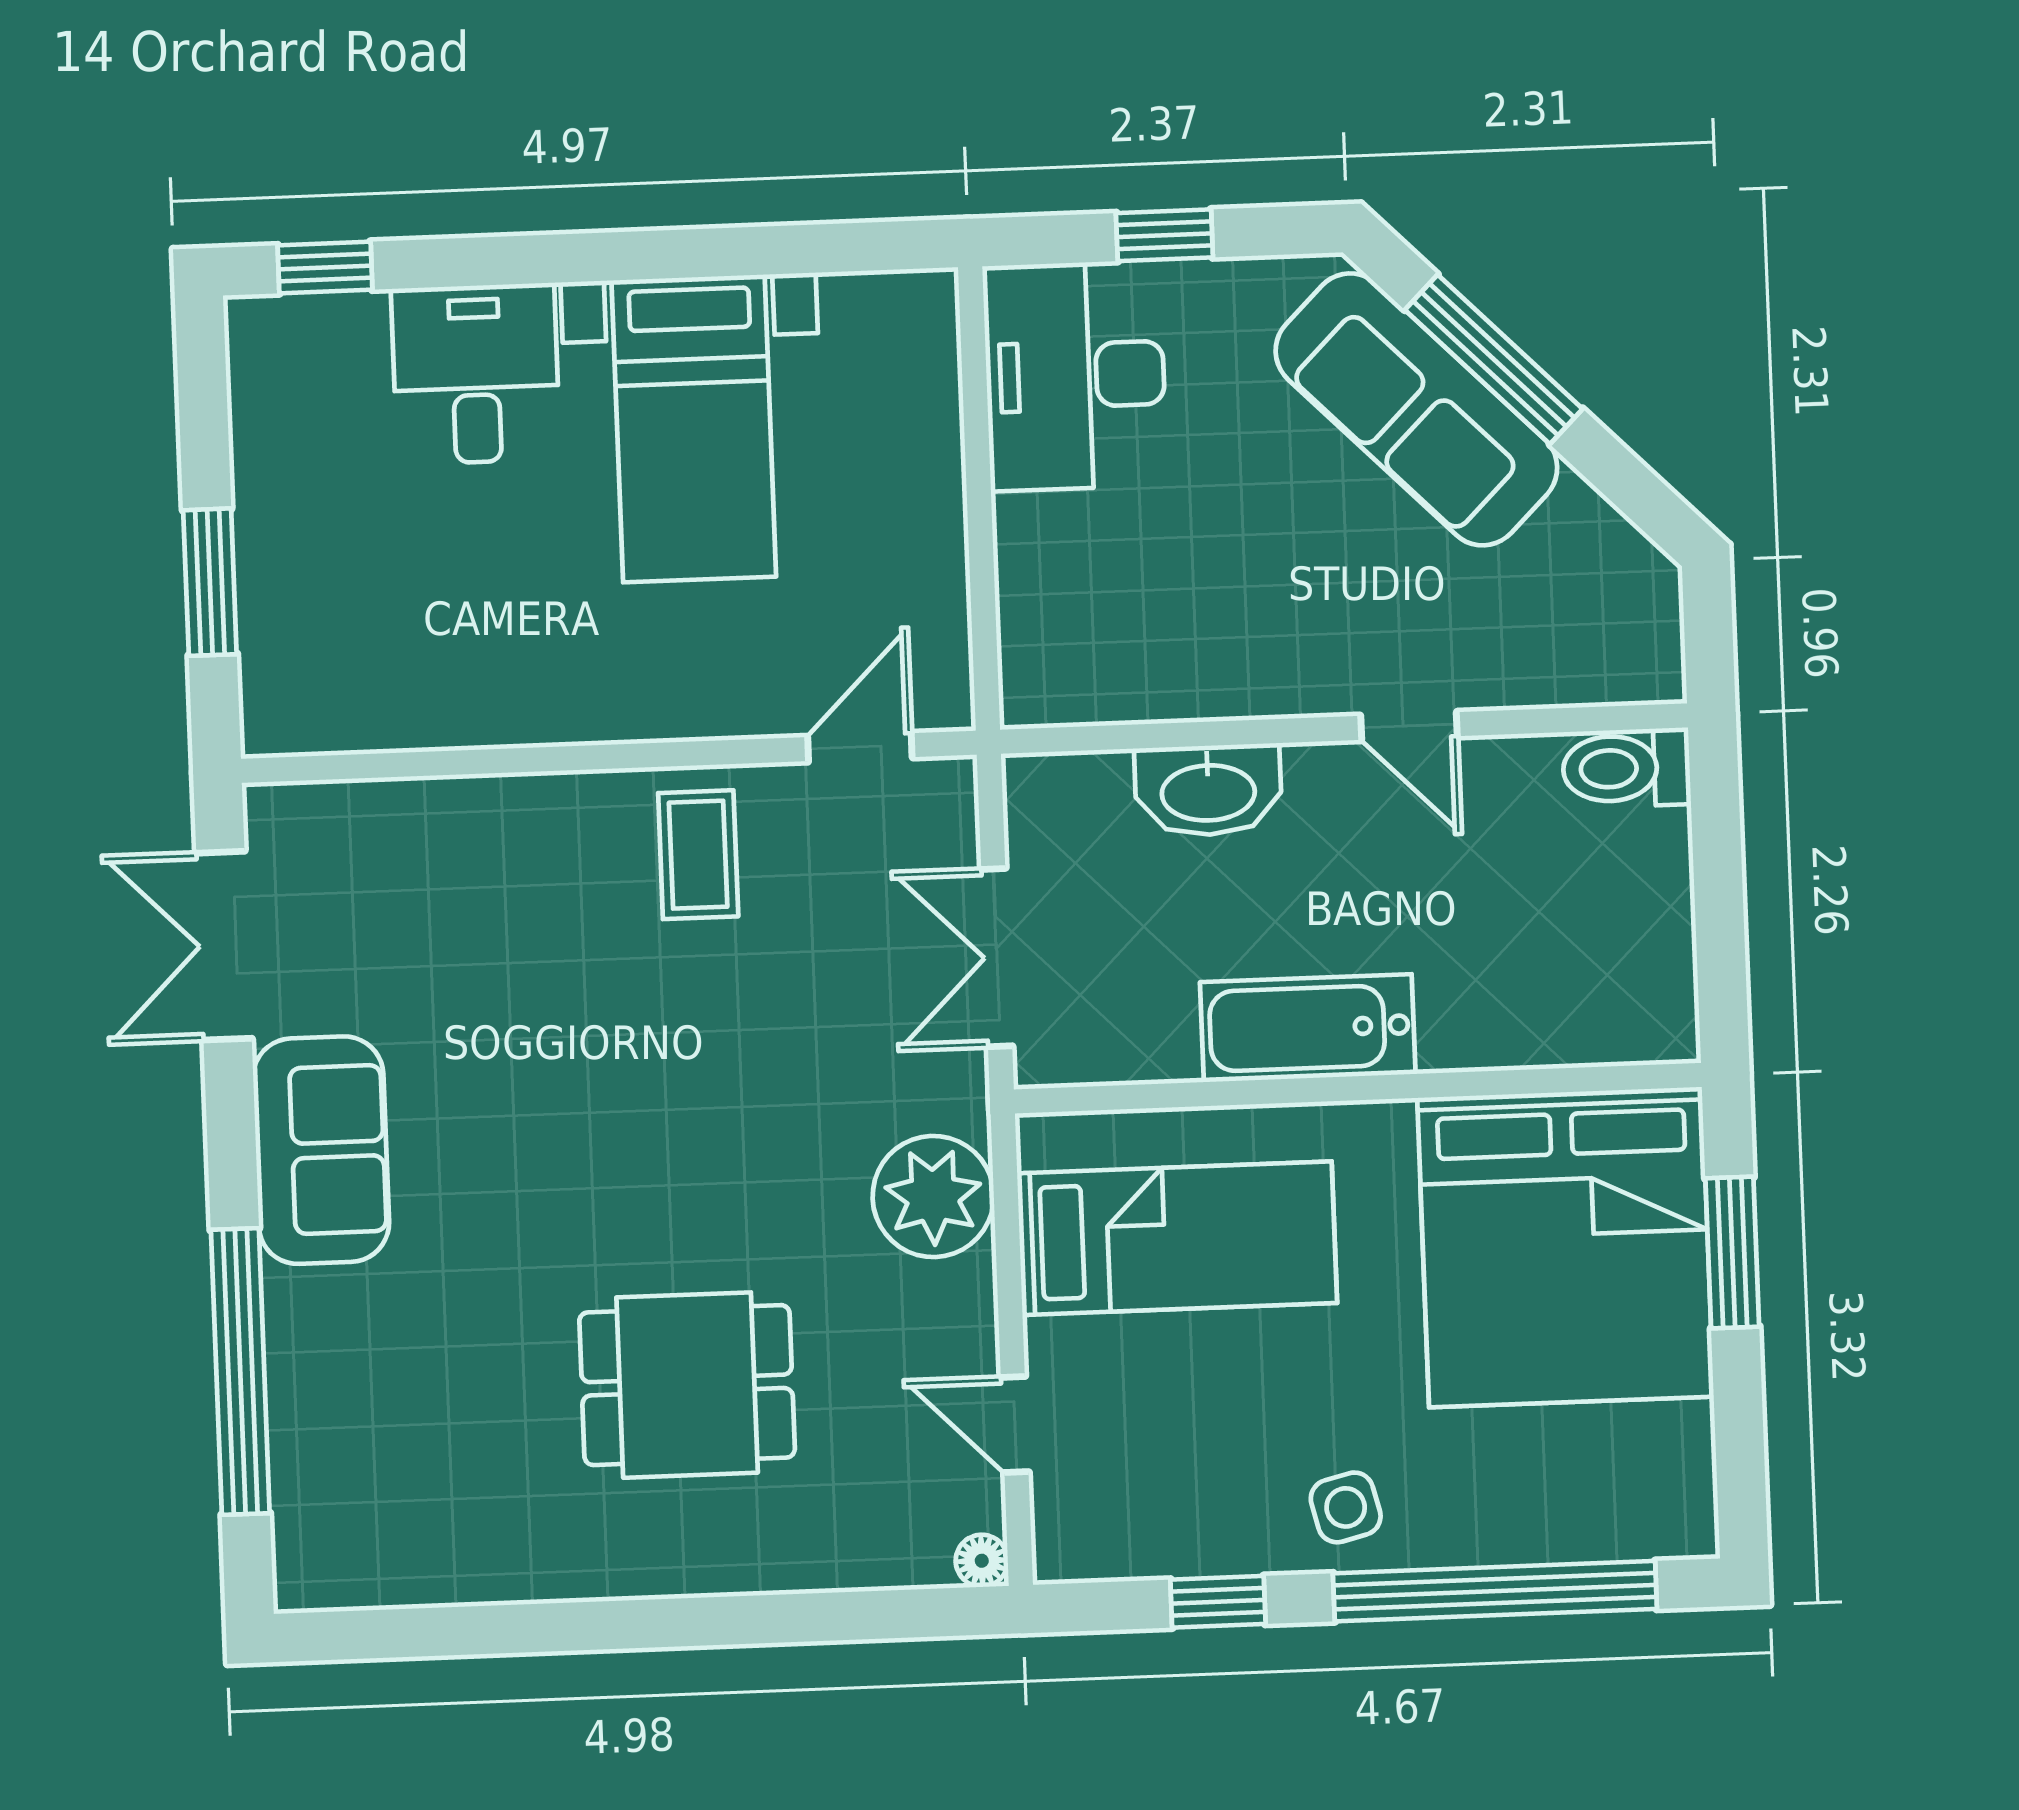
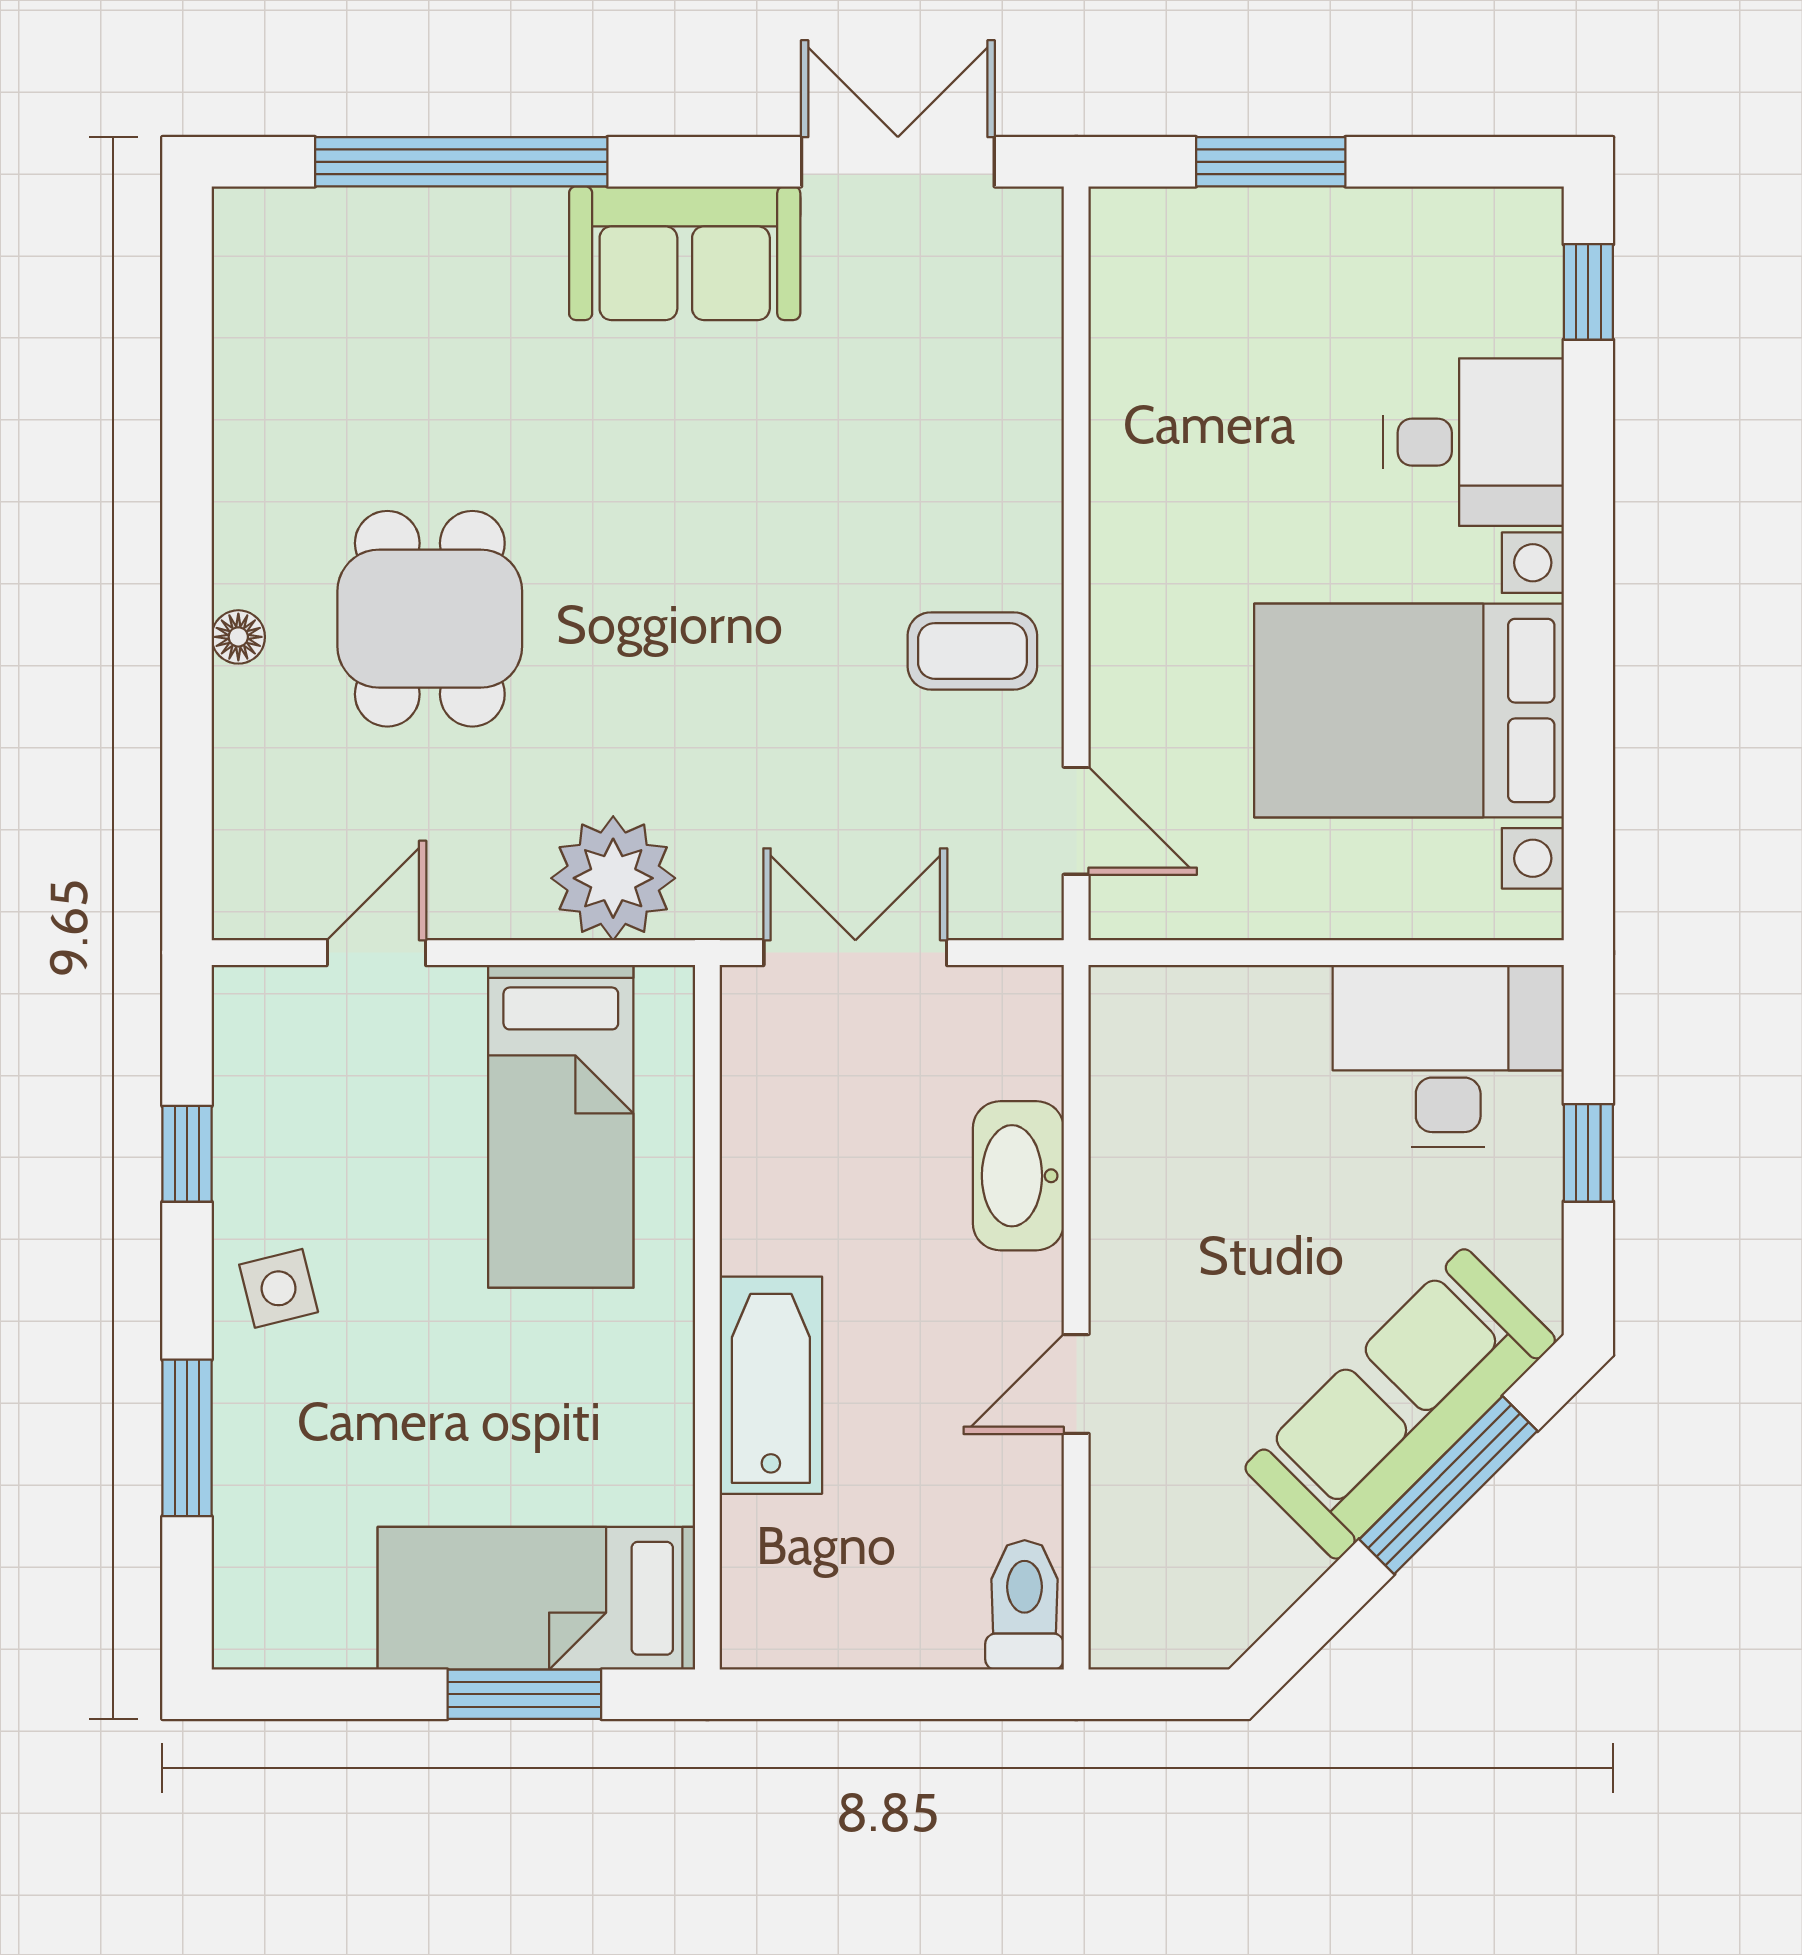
bed with nightstands: (694, 429) -> (1409, 710), width x1.36
bathtub: (1308, 1028) -> (771, 1385), moved
bed: (1566, 1247) -> (536, 1598), width x0.49
floor lamp: (982, 1561) -> (238, 637), moved
window: (1495, 1591) -> (187, 1438), width x0.47

